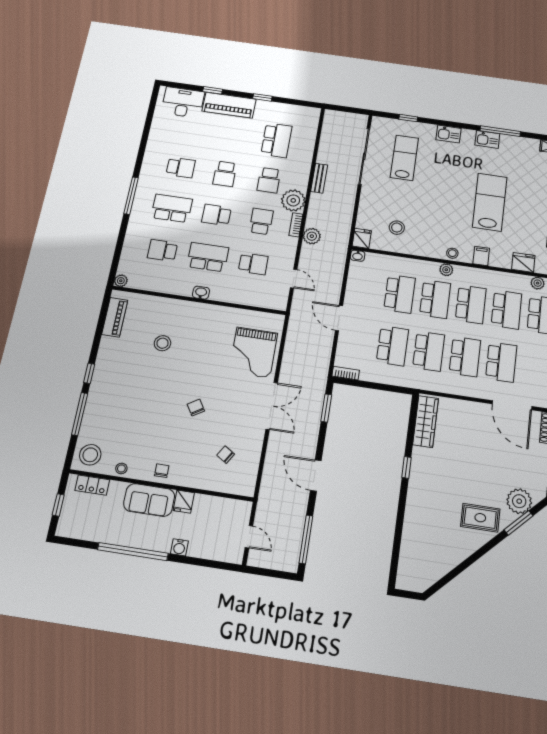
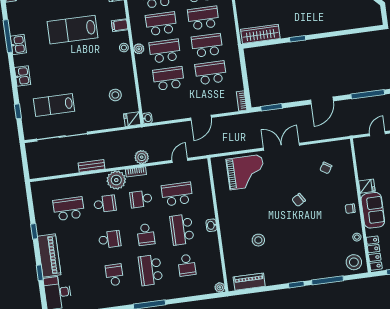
school desk: (253, 264) -> (177, 194), width x1.85
locker: (92, 485) -> (374, 253), width x1.53

